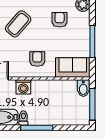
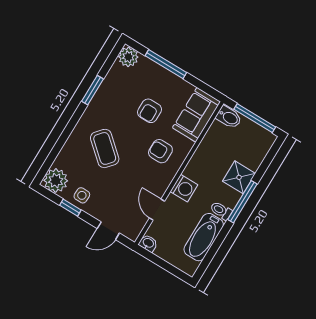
armchair: (60, 20) -> (150, 111), moved, turned -90
window: (92, 42) -> (166, 64), moved
shower: (50, 117) -> (239, 177), added

